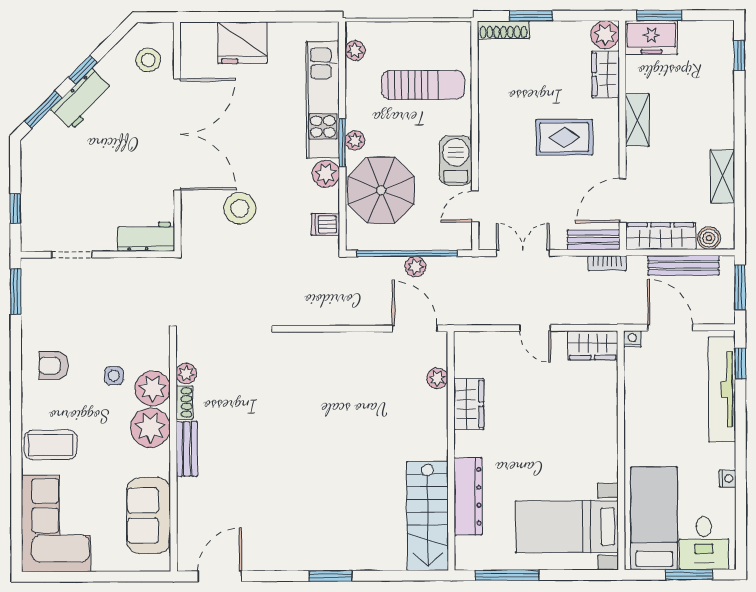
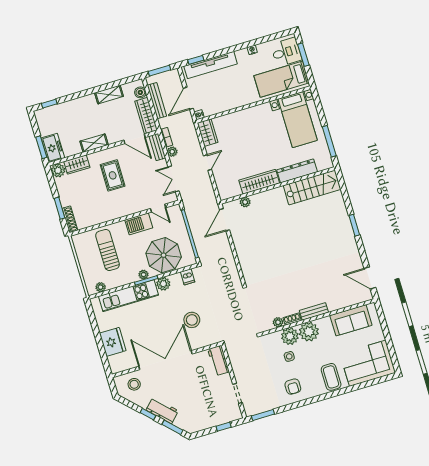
plant: (415, 267) -> (172, 152), moved
wardrobe: (469, 404) -> (259, 182), width x1.50

